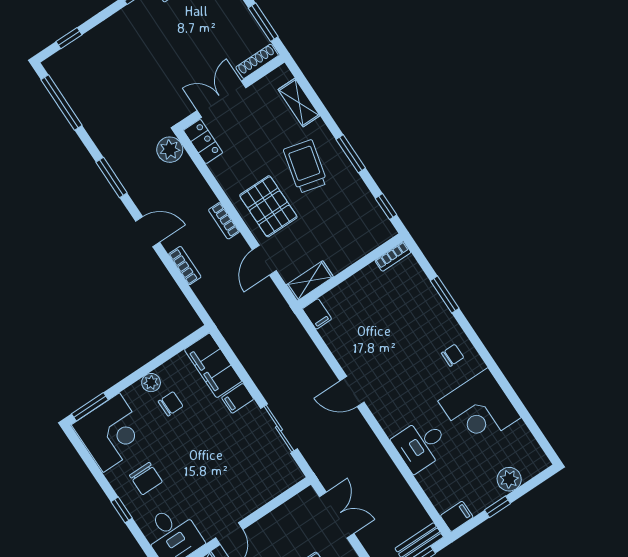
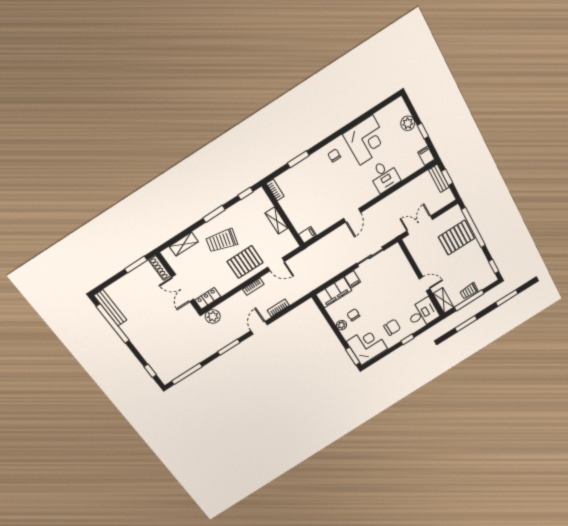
shelving: (310, 281) -> (277, 220), moved

